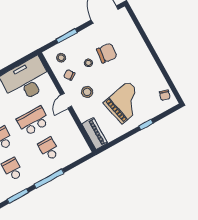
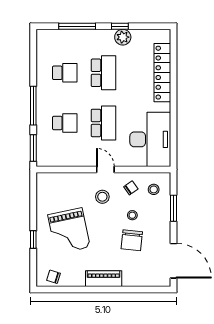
piano: (95, 133) -> (104, 279), moved, turned 180
window: (18, 196) -> (33, 148), moved

